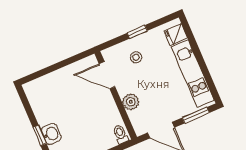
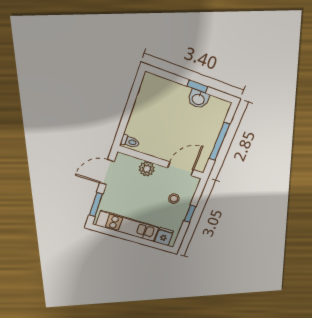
window: (59, 66) -> (219, 141), added
washbasin: (51, 134) -> (198, 99), moved
window: (40, 136) -> (197, 86), moved

